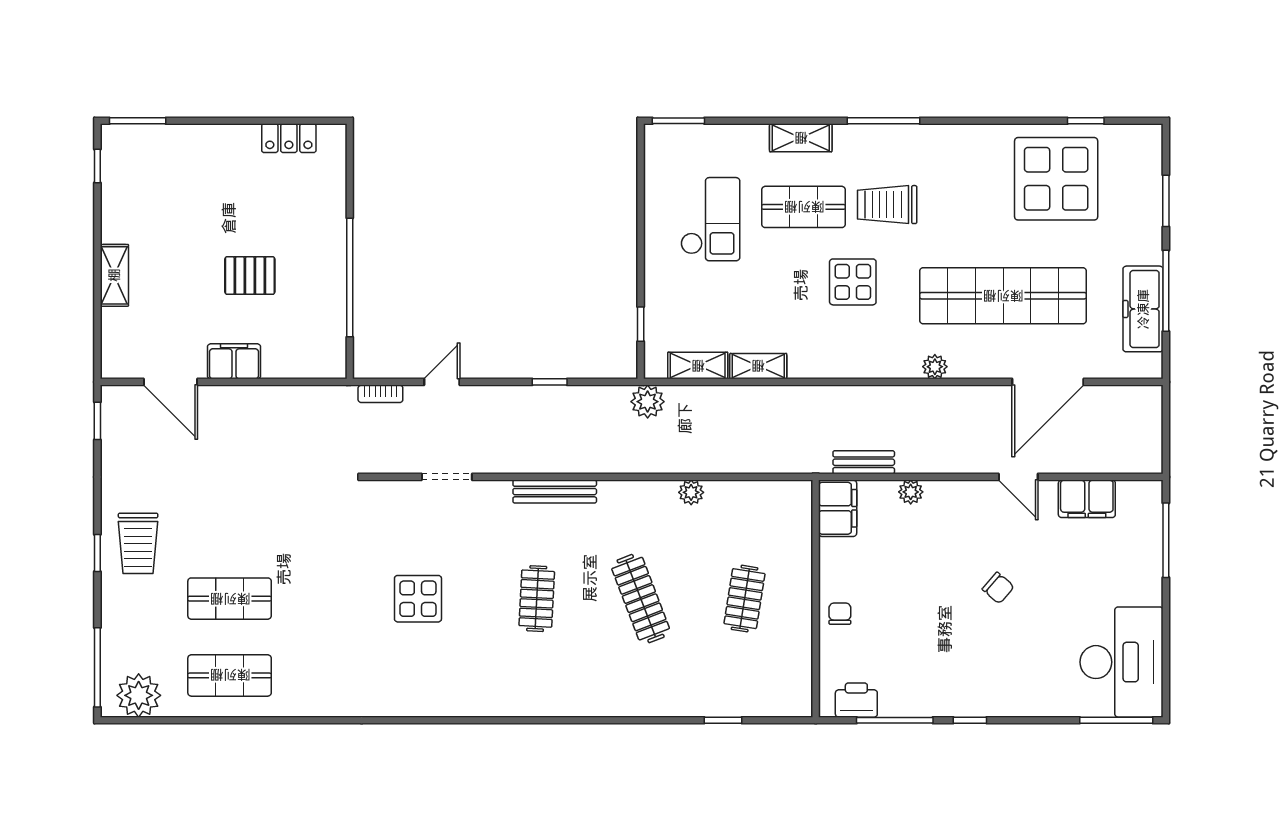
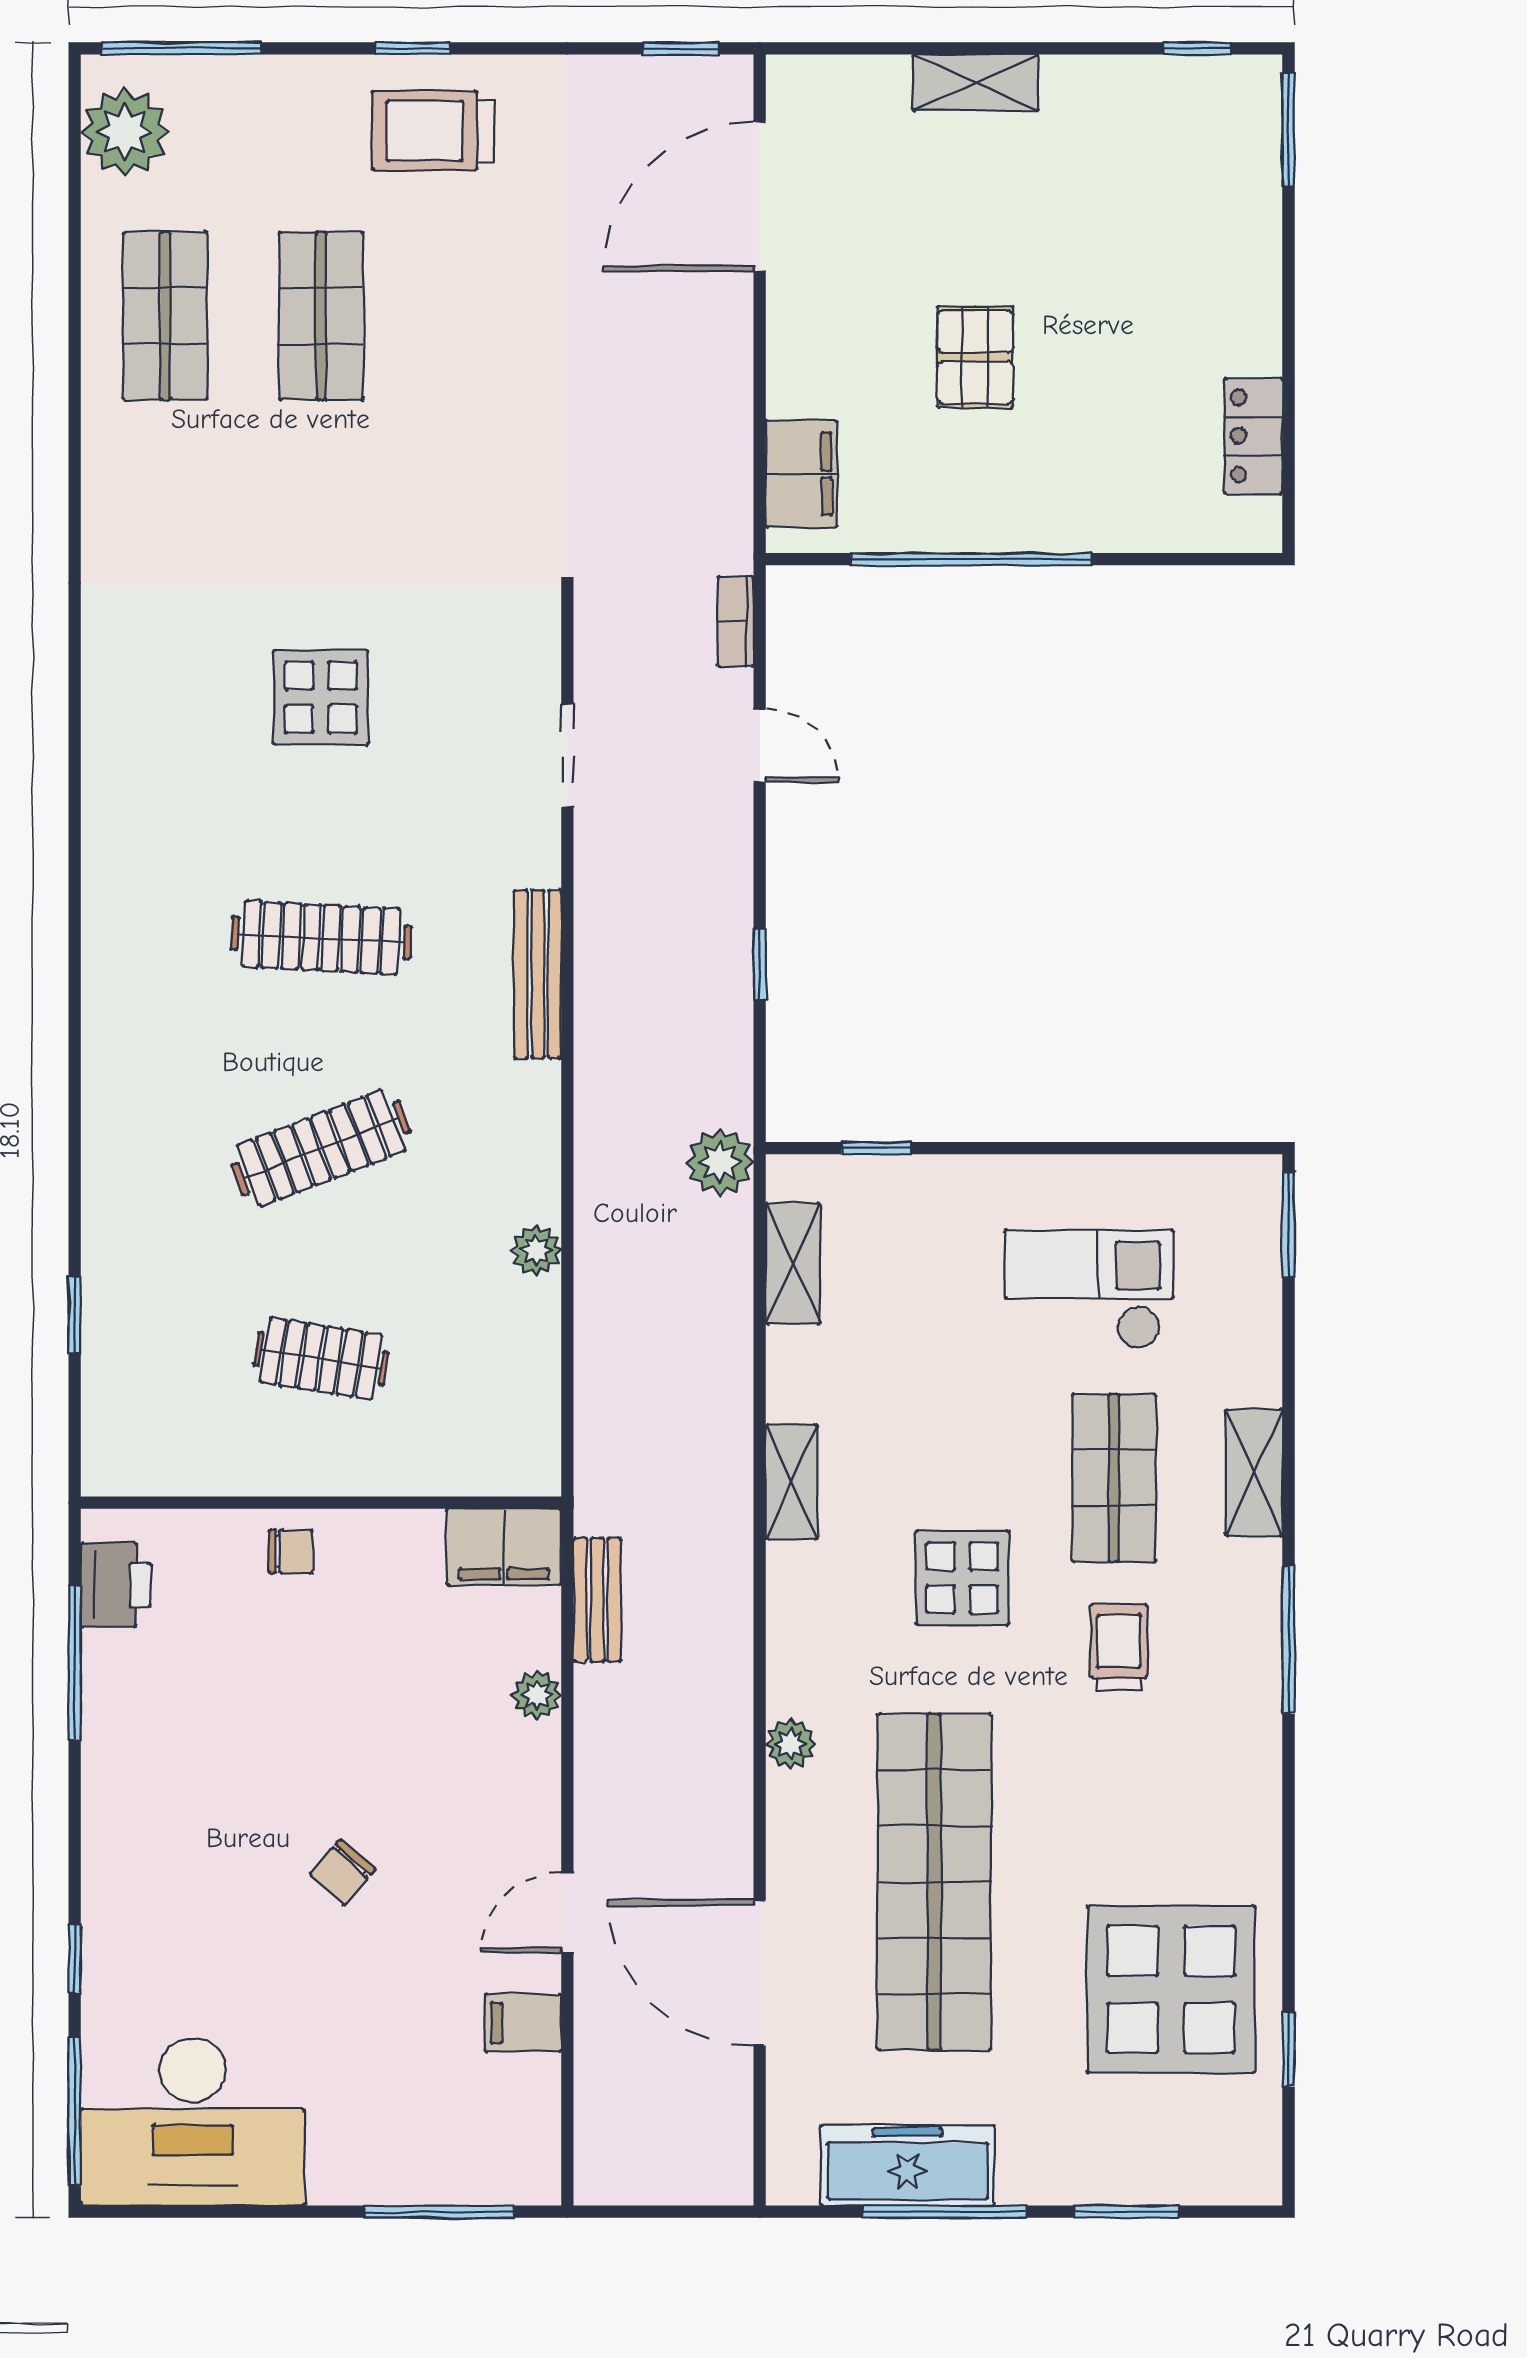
trolley: (887, 205) -> (1119, 1647), width x0.73, depth x0.72
checkout: (710, 219) -> (1089, 1289), turned 180
filing cabinet: (234, 361) -> (801, 474), moved
shelving: (758, 366) -> (792, 1482), moved
door: (171, 382) -> (760, 196), width x1.36
filing cabinet: (1087, 499) -> (523, 2023), width x0.50
clothes rail: (537, 599) -> (321, 938), width x1.36
window: (970, 720) -> (75, 1959), moved

